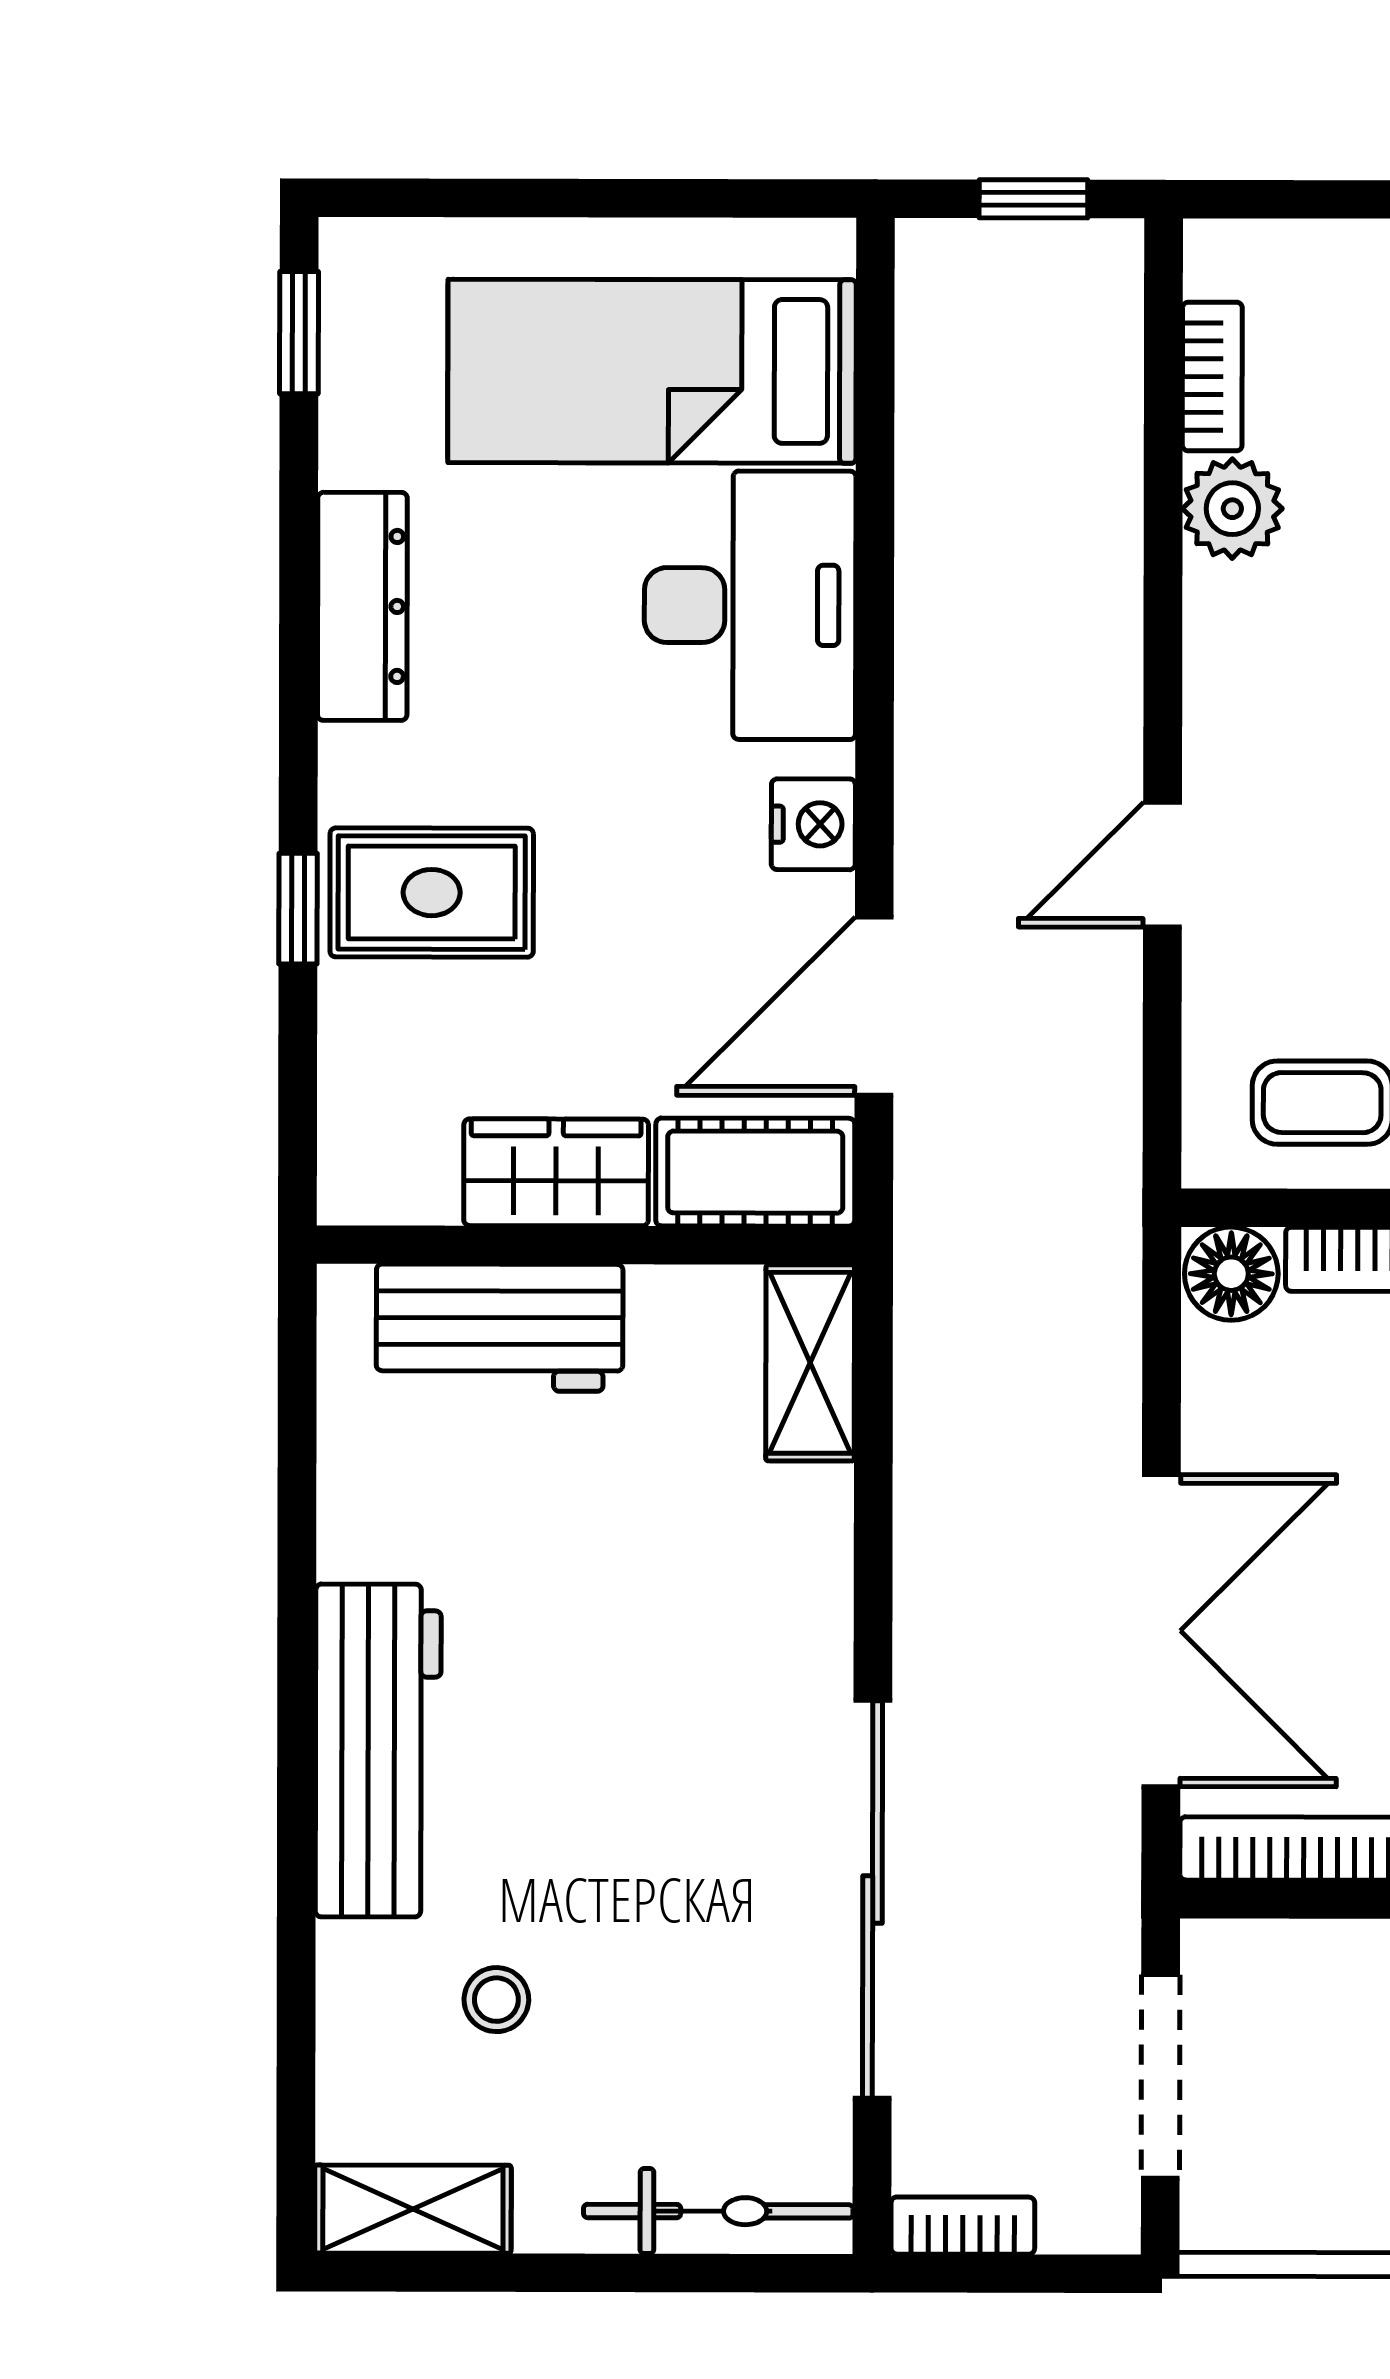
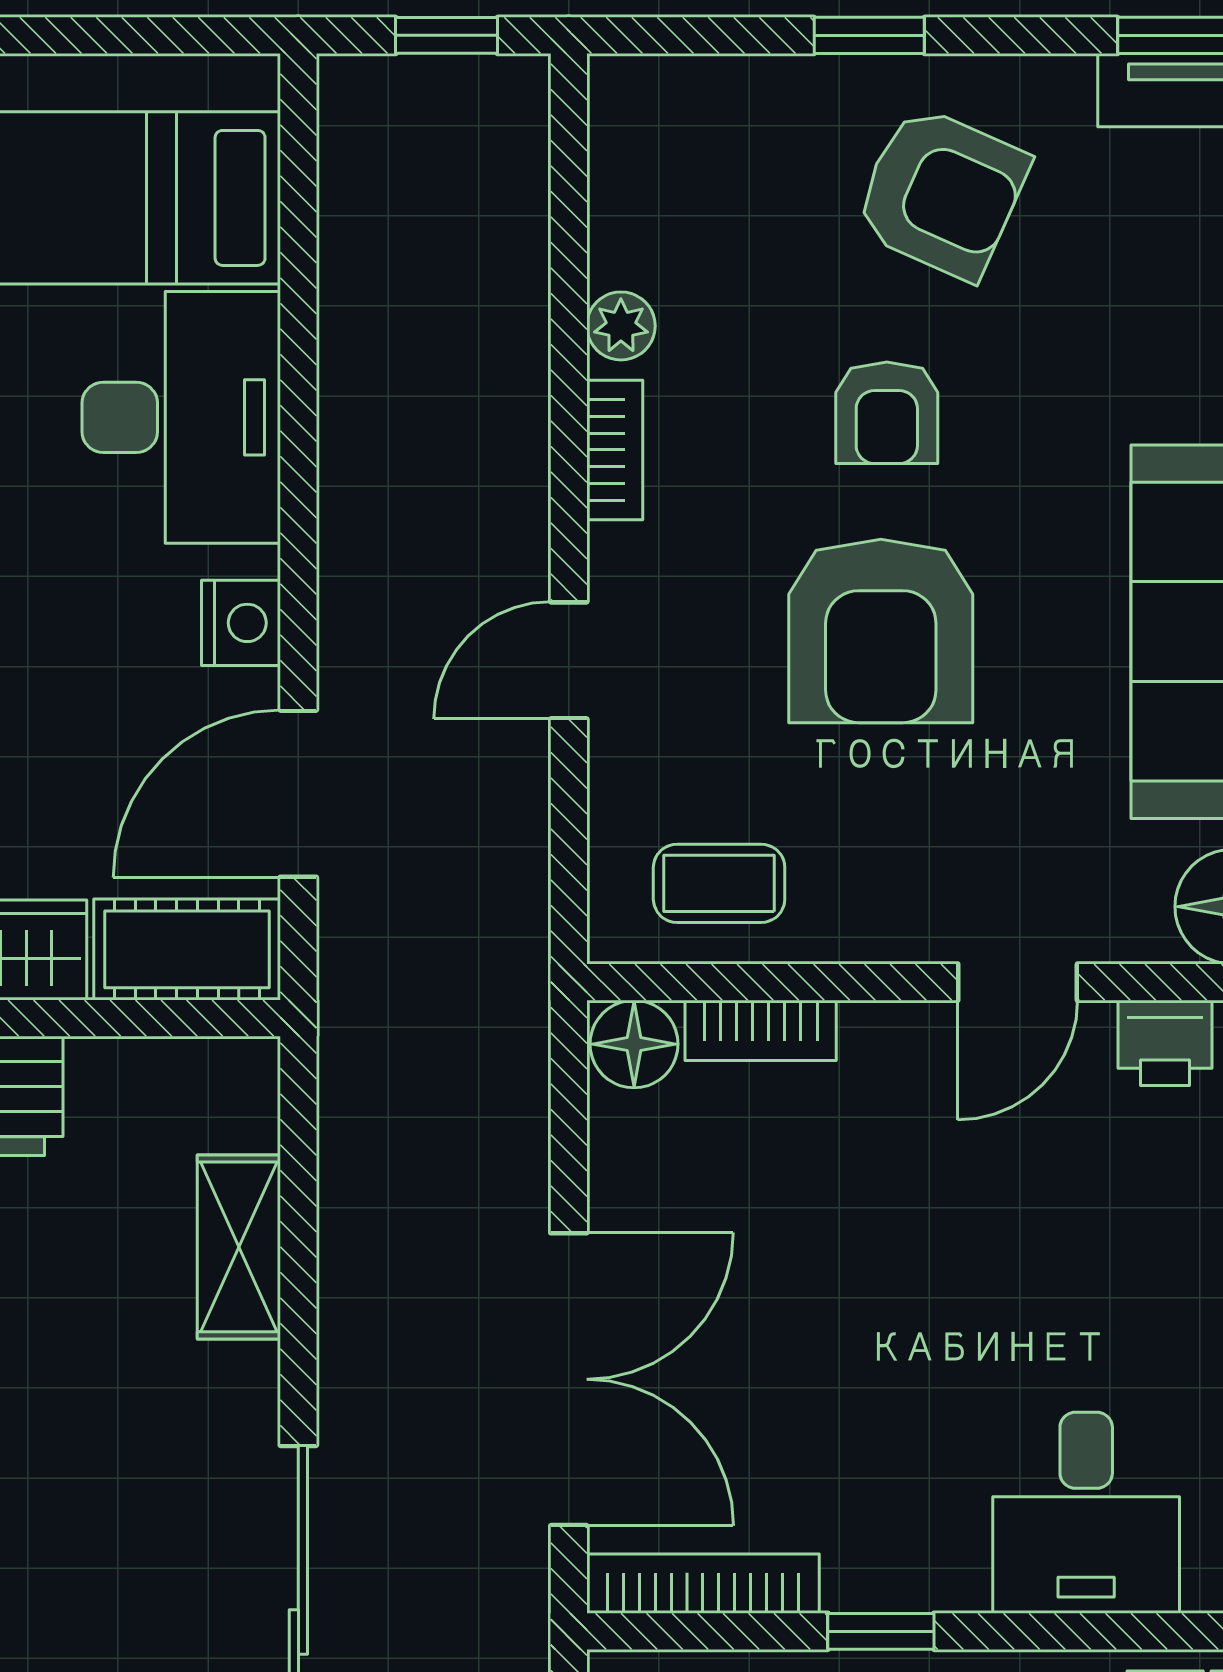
bookcase: (1212, 377) -> (615, 450), moved
plant: (1232, 509) -> (621, 326), width x0.73, depth x0.73
shelving: (810, 1363) -> (239, 1247), moved

